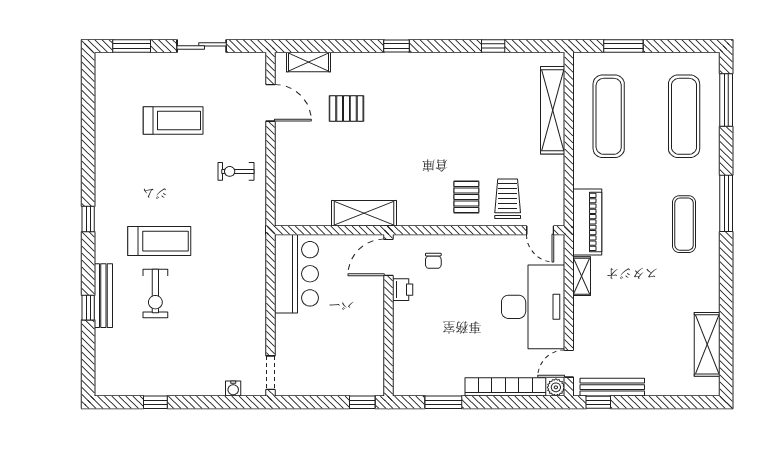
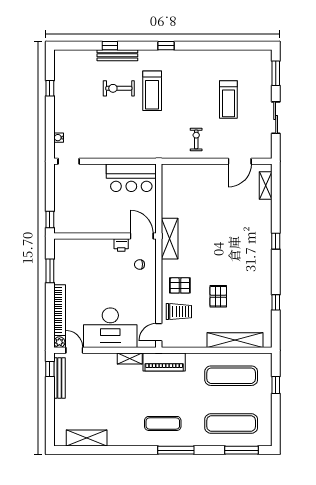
window: (623, 46) -> (276, 385), width x0.67
pallet: (346, 109) -> (218, 296), moved
shelving: (364, 213) -> (170, 239), moved

